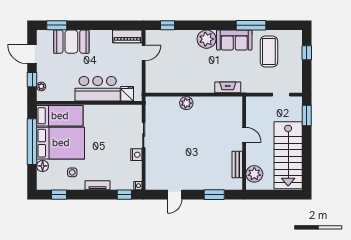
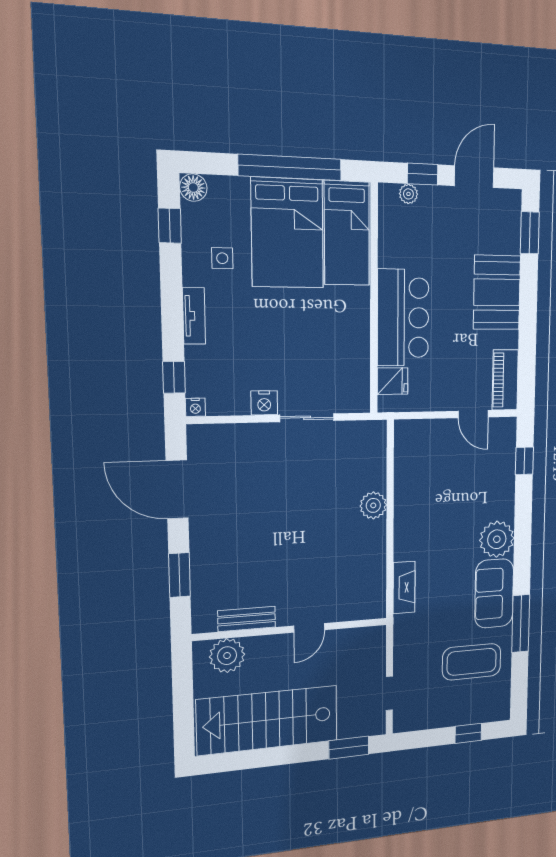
booth: (71, 42) -> (497, 292), moved
floor lamp: (43, 166) -> (193, 188), moved
door: (175, 195) -> (177, 489), width x1.88

